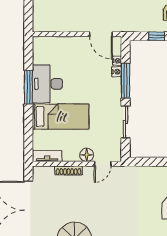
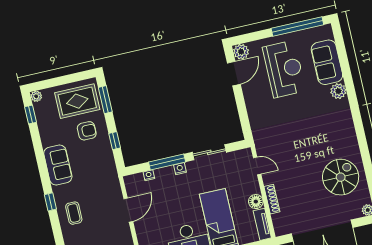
door: (101, 34) -> (128, 210), moved
nightstand: (117, 72) -> (180, 169), moved
floor lamp: (87, 155) -> (256, 202), moved

